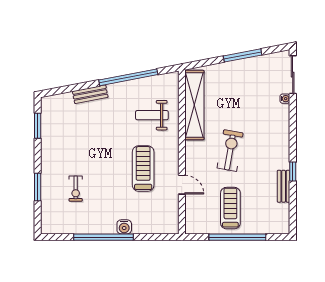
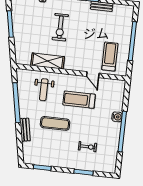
shelving: (194, 105) -> (48, 61), width x0.68
exercise mat: (104, 137) -> (55, 123), added
exercise bike: (230, 150) -> (60, 27), moved, turned -100
door: (182, 185) -> (93, 75), swing flipped
treadmill: (230, 208) -> (110, 56), moved, turned 90

